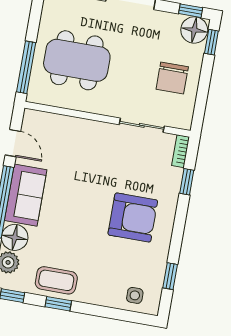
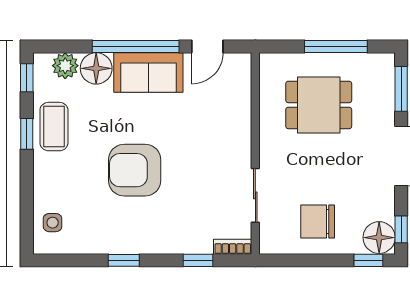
dining table: (77, 60) -> (319, 105), width x0.73
window: (26, 67) -> (336, 46), moved
armchair: (133, 218) -> (135, 170), moved, turned 90
window: (170, 276) -> (124, 260), moved

